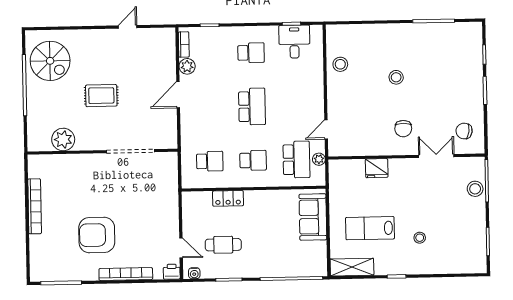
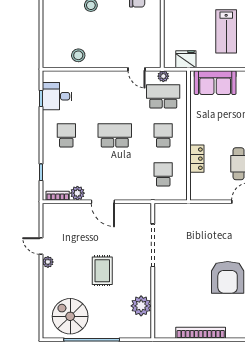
plant: (110, 35) -> (48, 262), added
spiral stairs: (50, 61) -> (70, 316), turned -90
fridge: (377, 168) -> (186, 59), moved, turned -90

